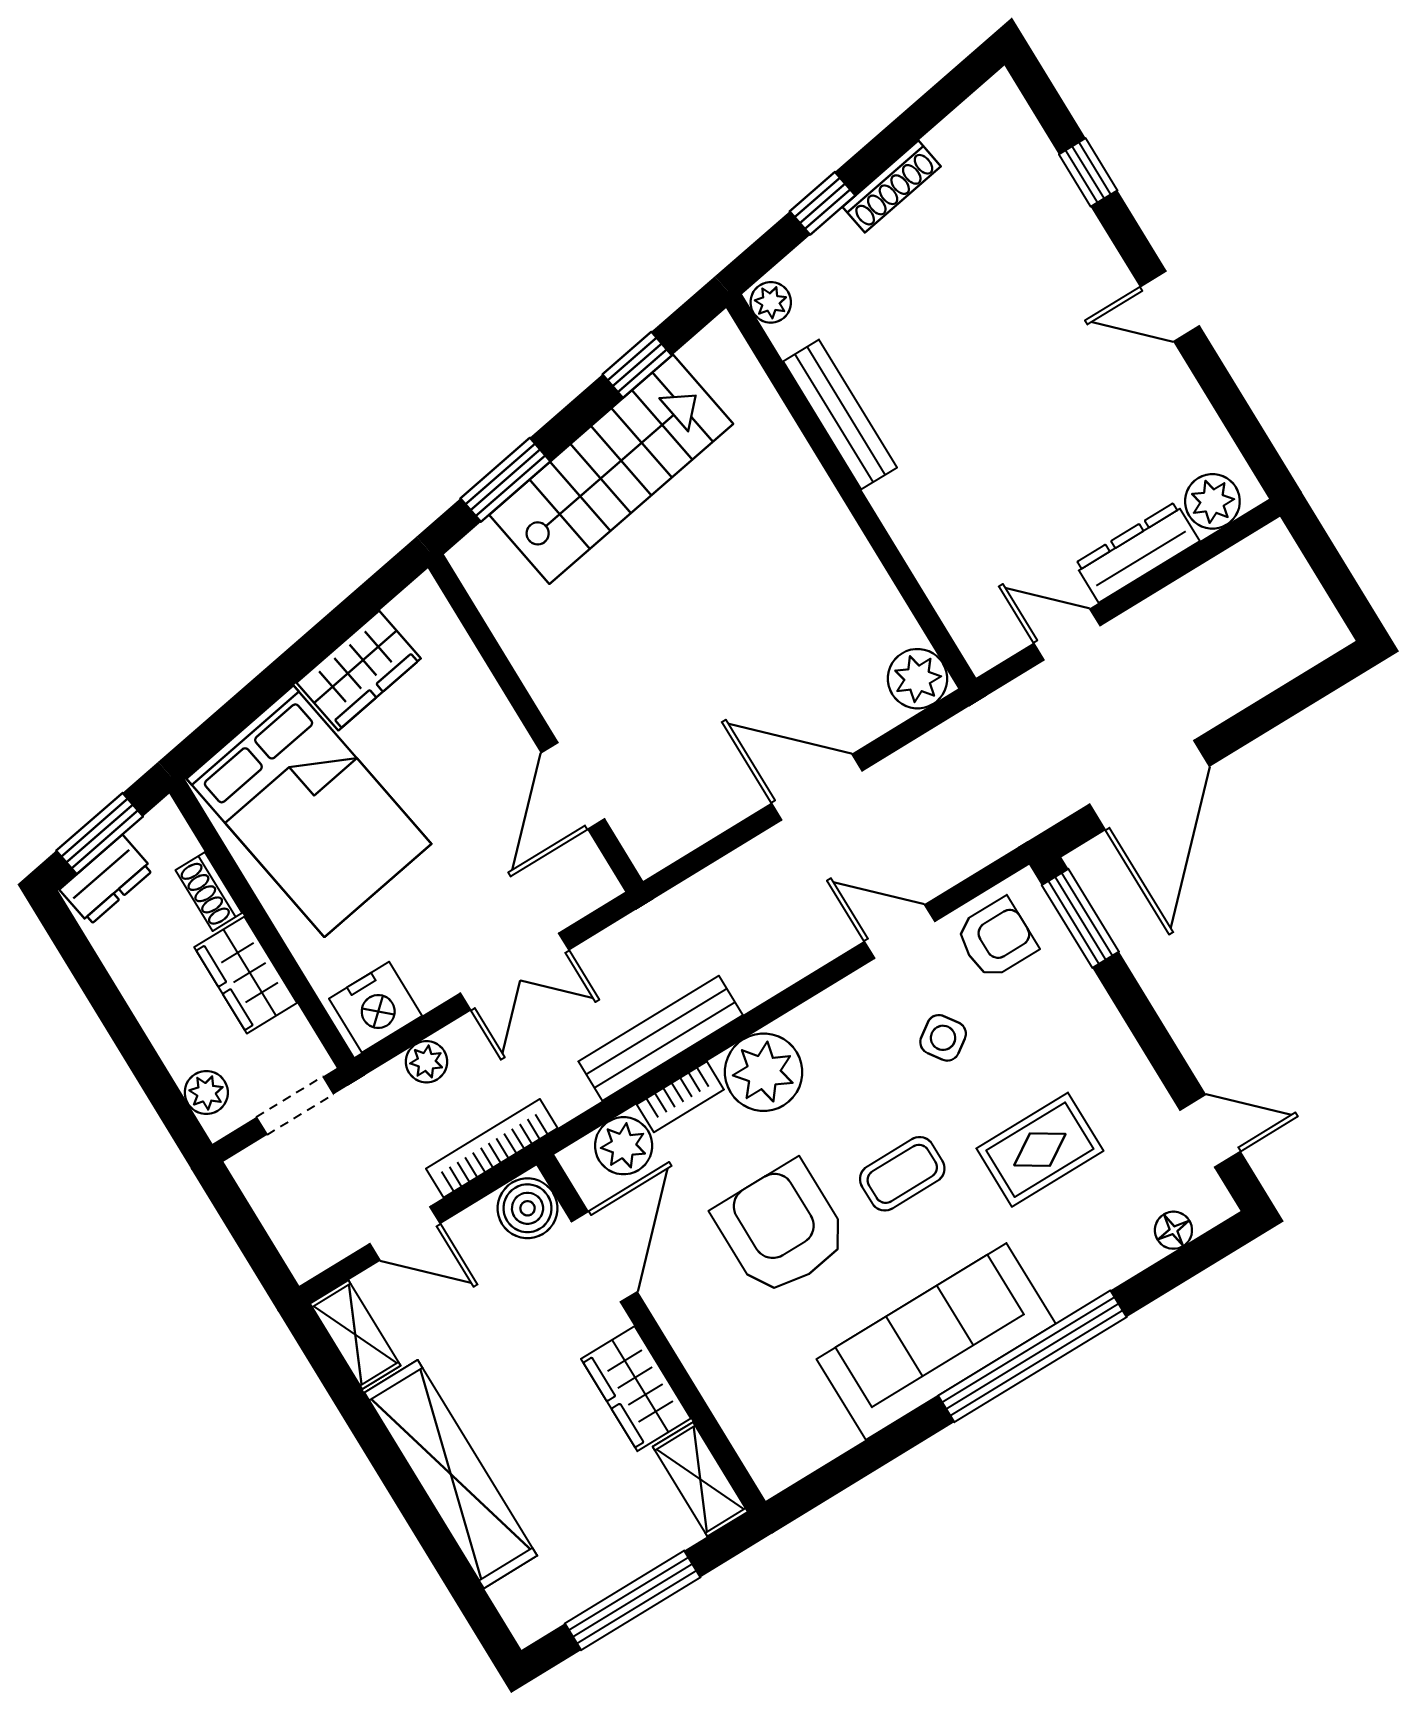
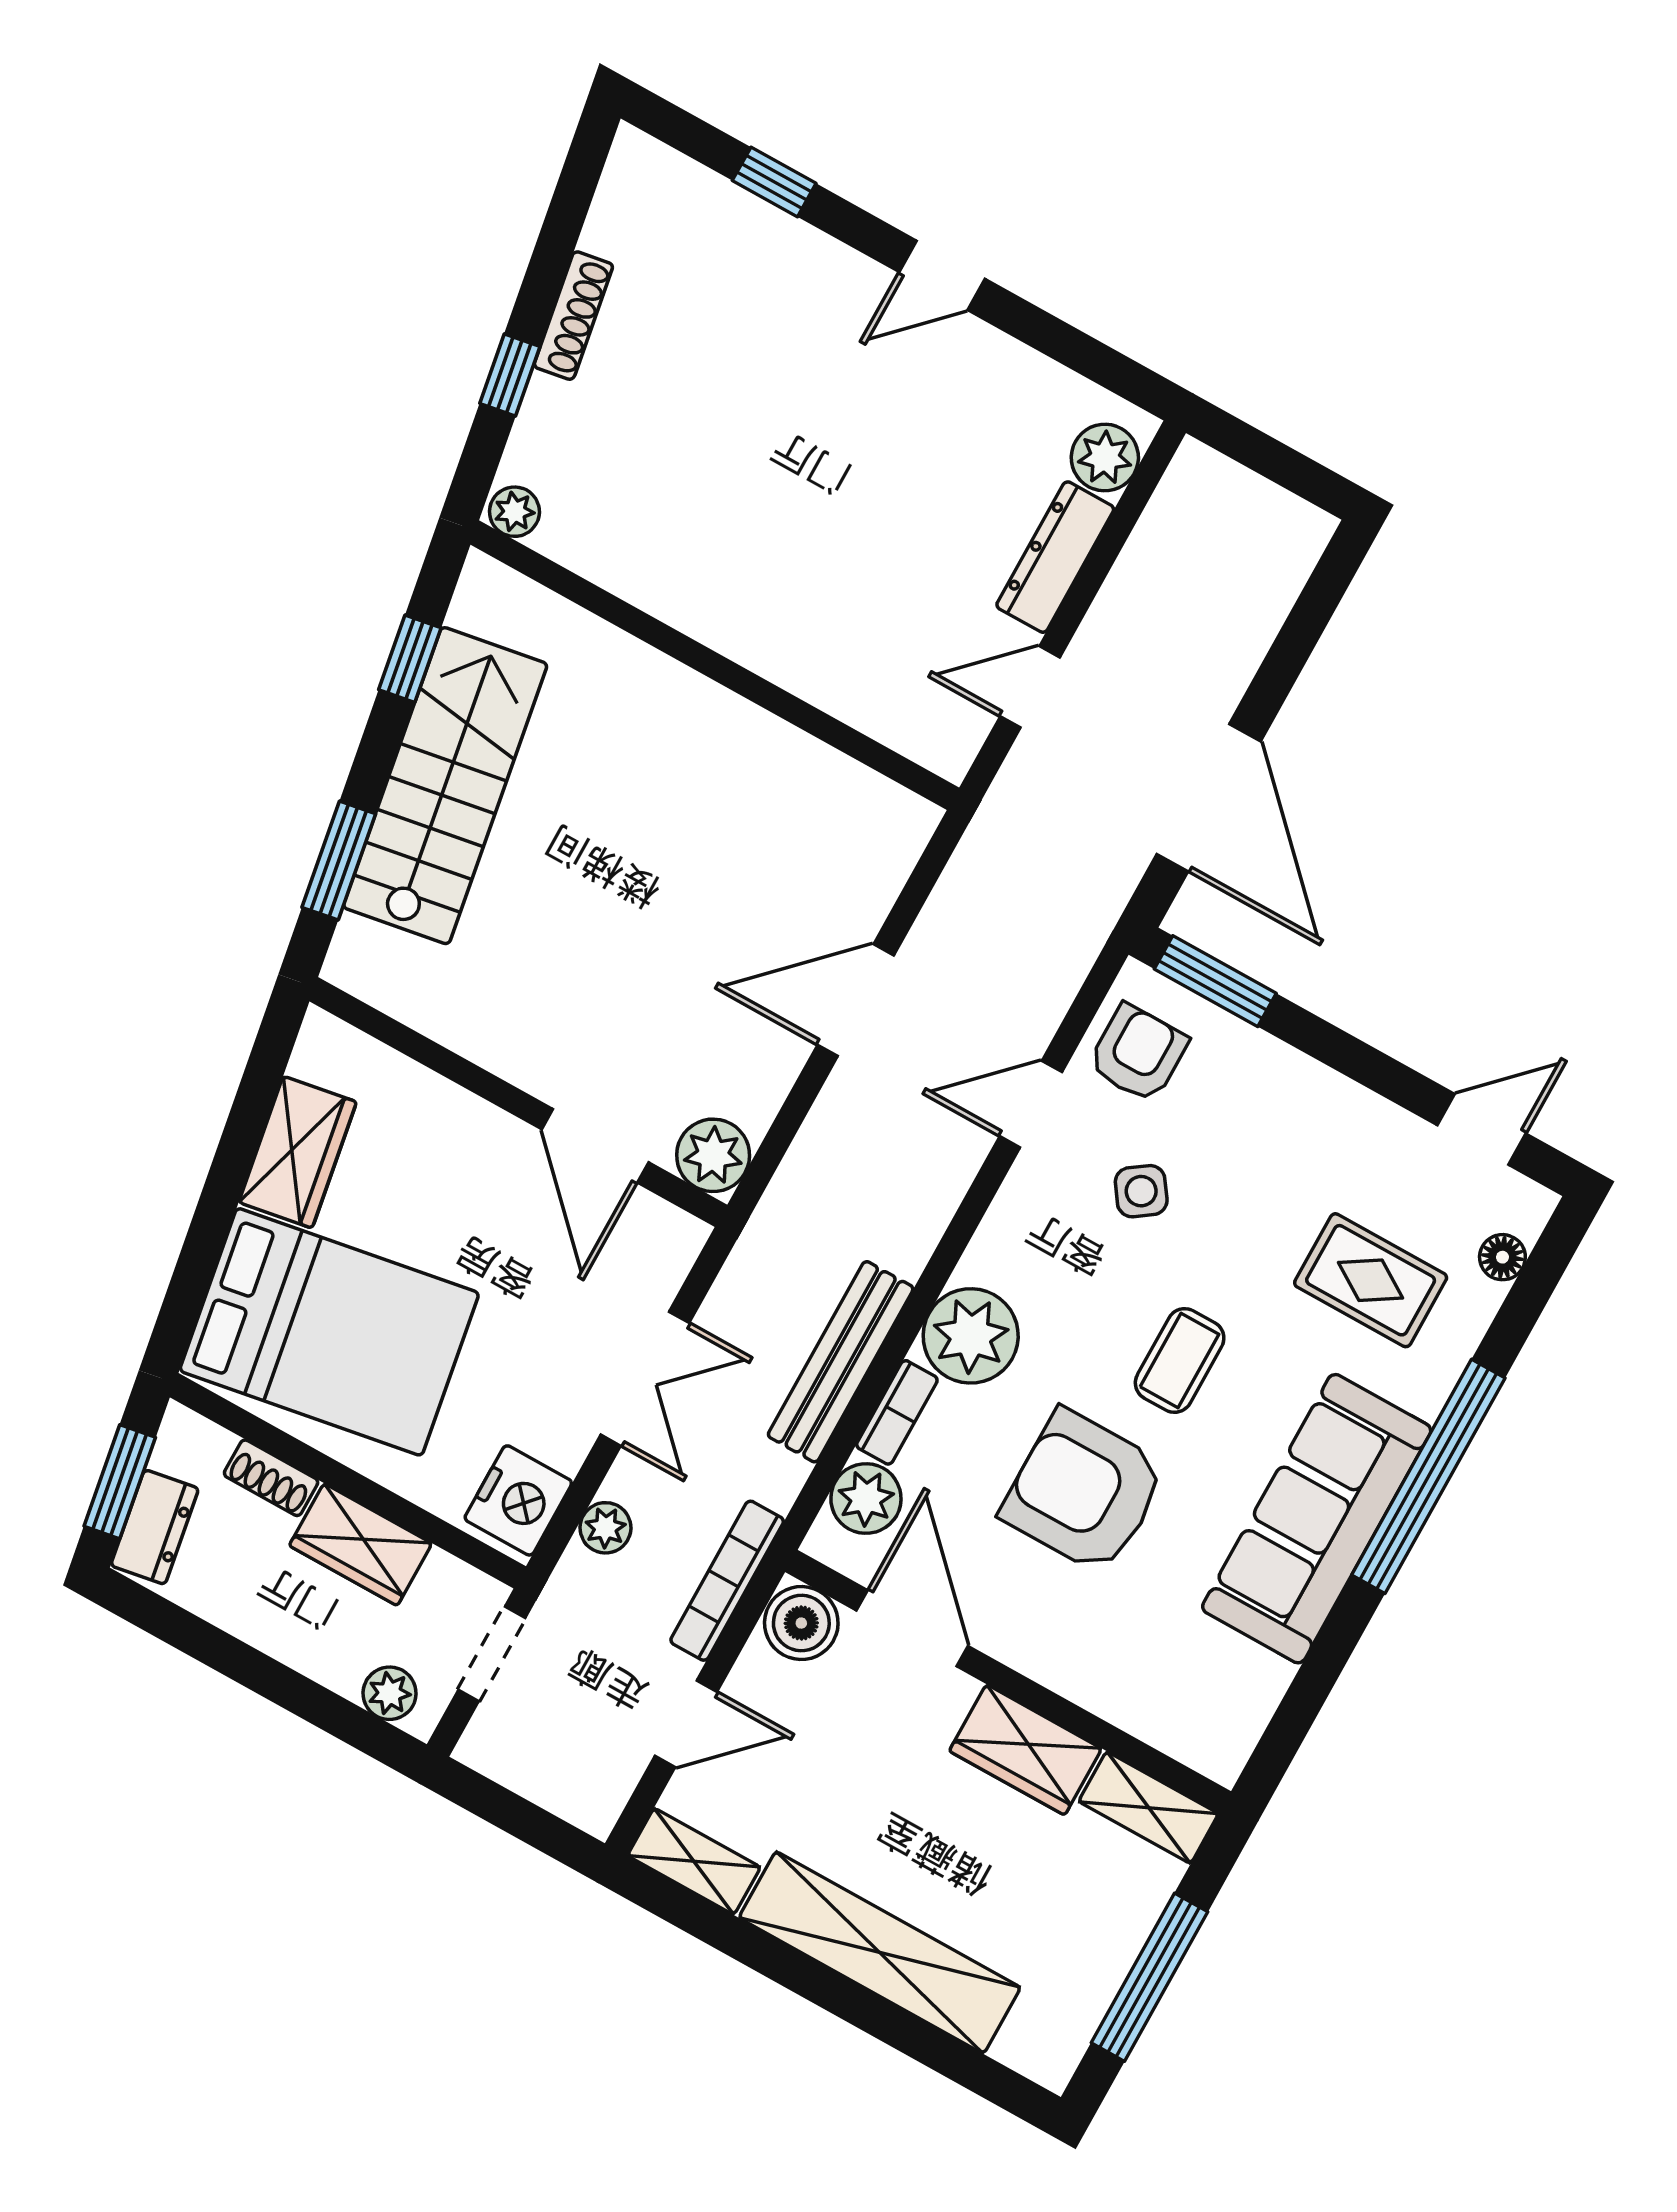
bench: (840, 414) -> (656, 589), removed
plant: (918, 679) -> (713, 1155), moved
rug: (1040, 1150) -> (1371, 1280), moved, turned 90

